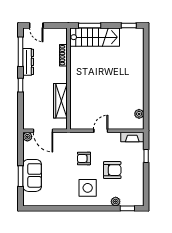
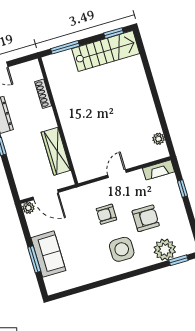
stairs: (95, 37) -> (106, 51), moved
plant: (116, 202) -> (165, 250), width x1.88, depth x1.88

